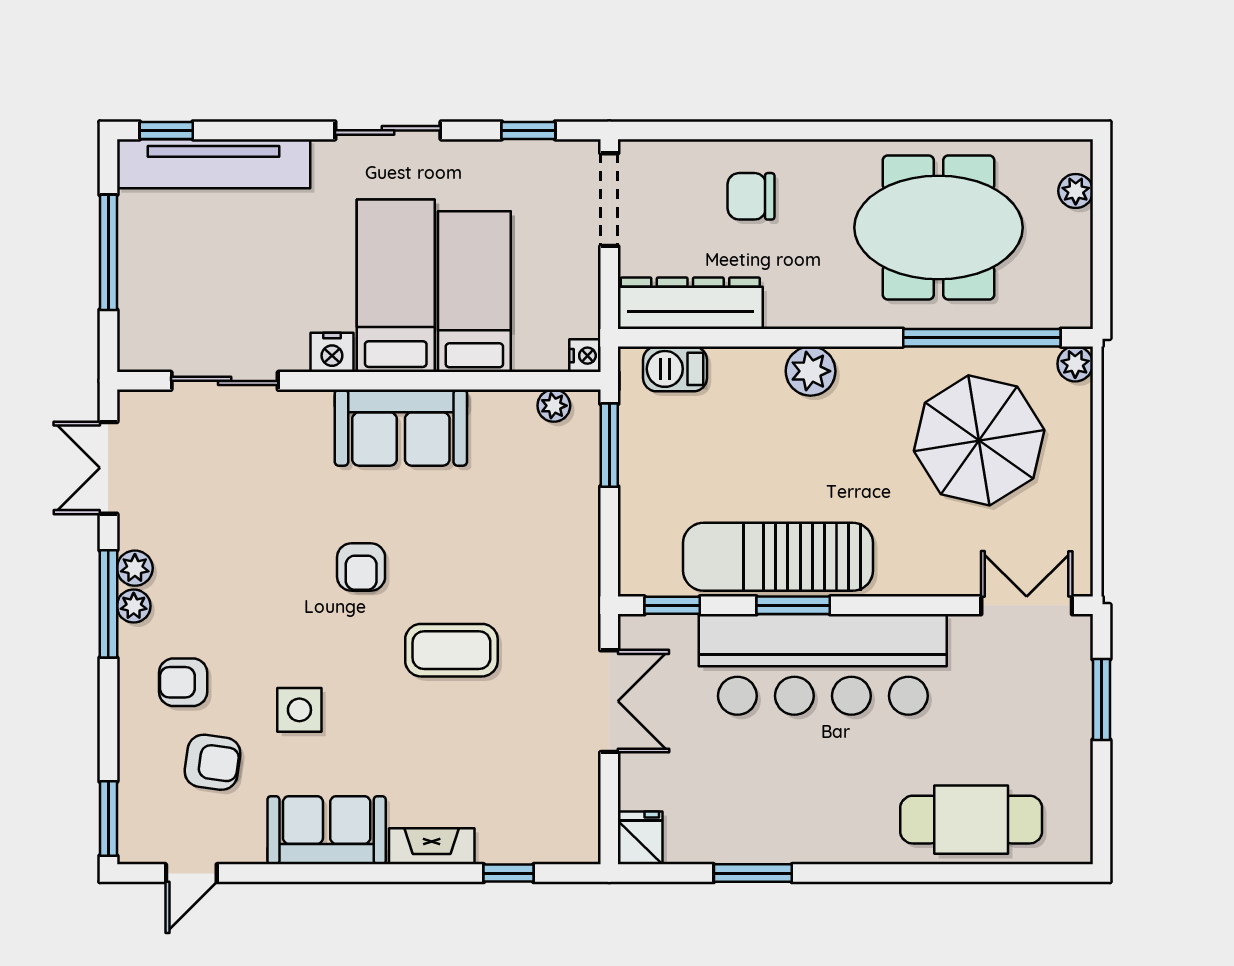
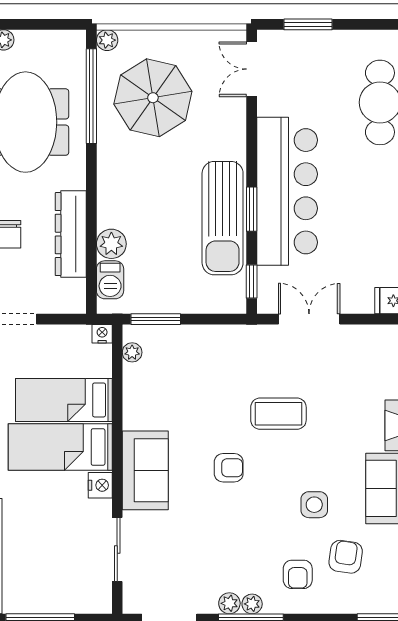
dresser: (690, 303) -> (71, 234), moved
plant: (811, 371) -> (111, 244), moved
sofa: (401, 428) -> (145, 470), moved
coffee table: (451, 650) -> (278, 414), turned 90

